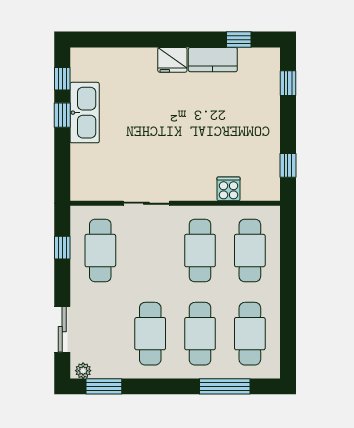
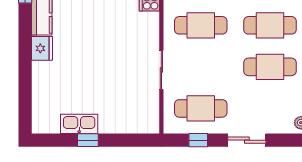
window: (62, 79) -> (58, 140), removed
kitchen sink: (85, 113) -> (79, 124), width x0.73, depth x0.81
sliding door: (62, 329) -> (247, 140), moved

